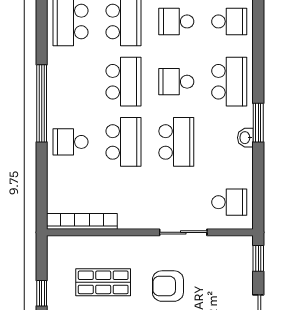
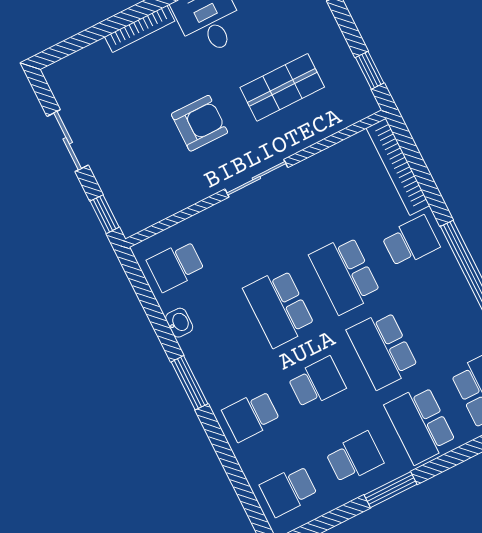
school desk: (229, 82) -> (251, 416), width x0.54
washbasin: (245, 138) -> (179, 323), moved
bookcase: (82, 221) -> (398, 167), moved, turned 90
sliding door: (183, 232) -> (256, 178), moved
window: (42, 293) -> (370, 70), moved

